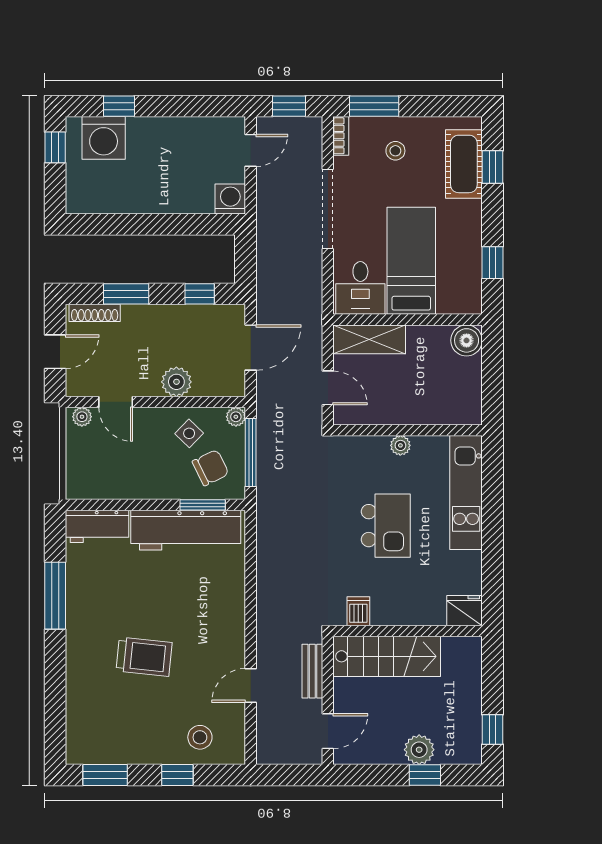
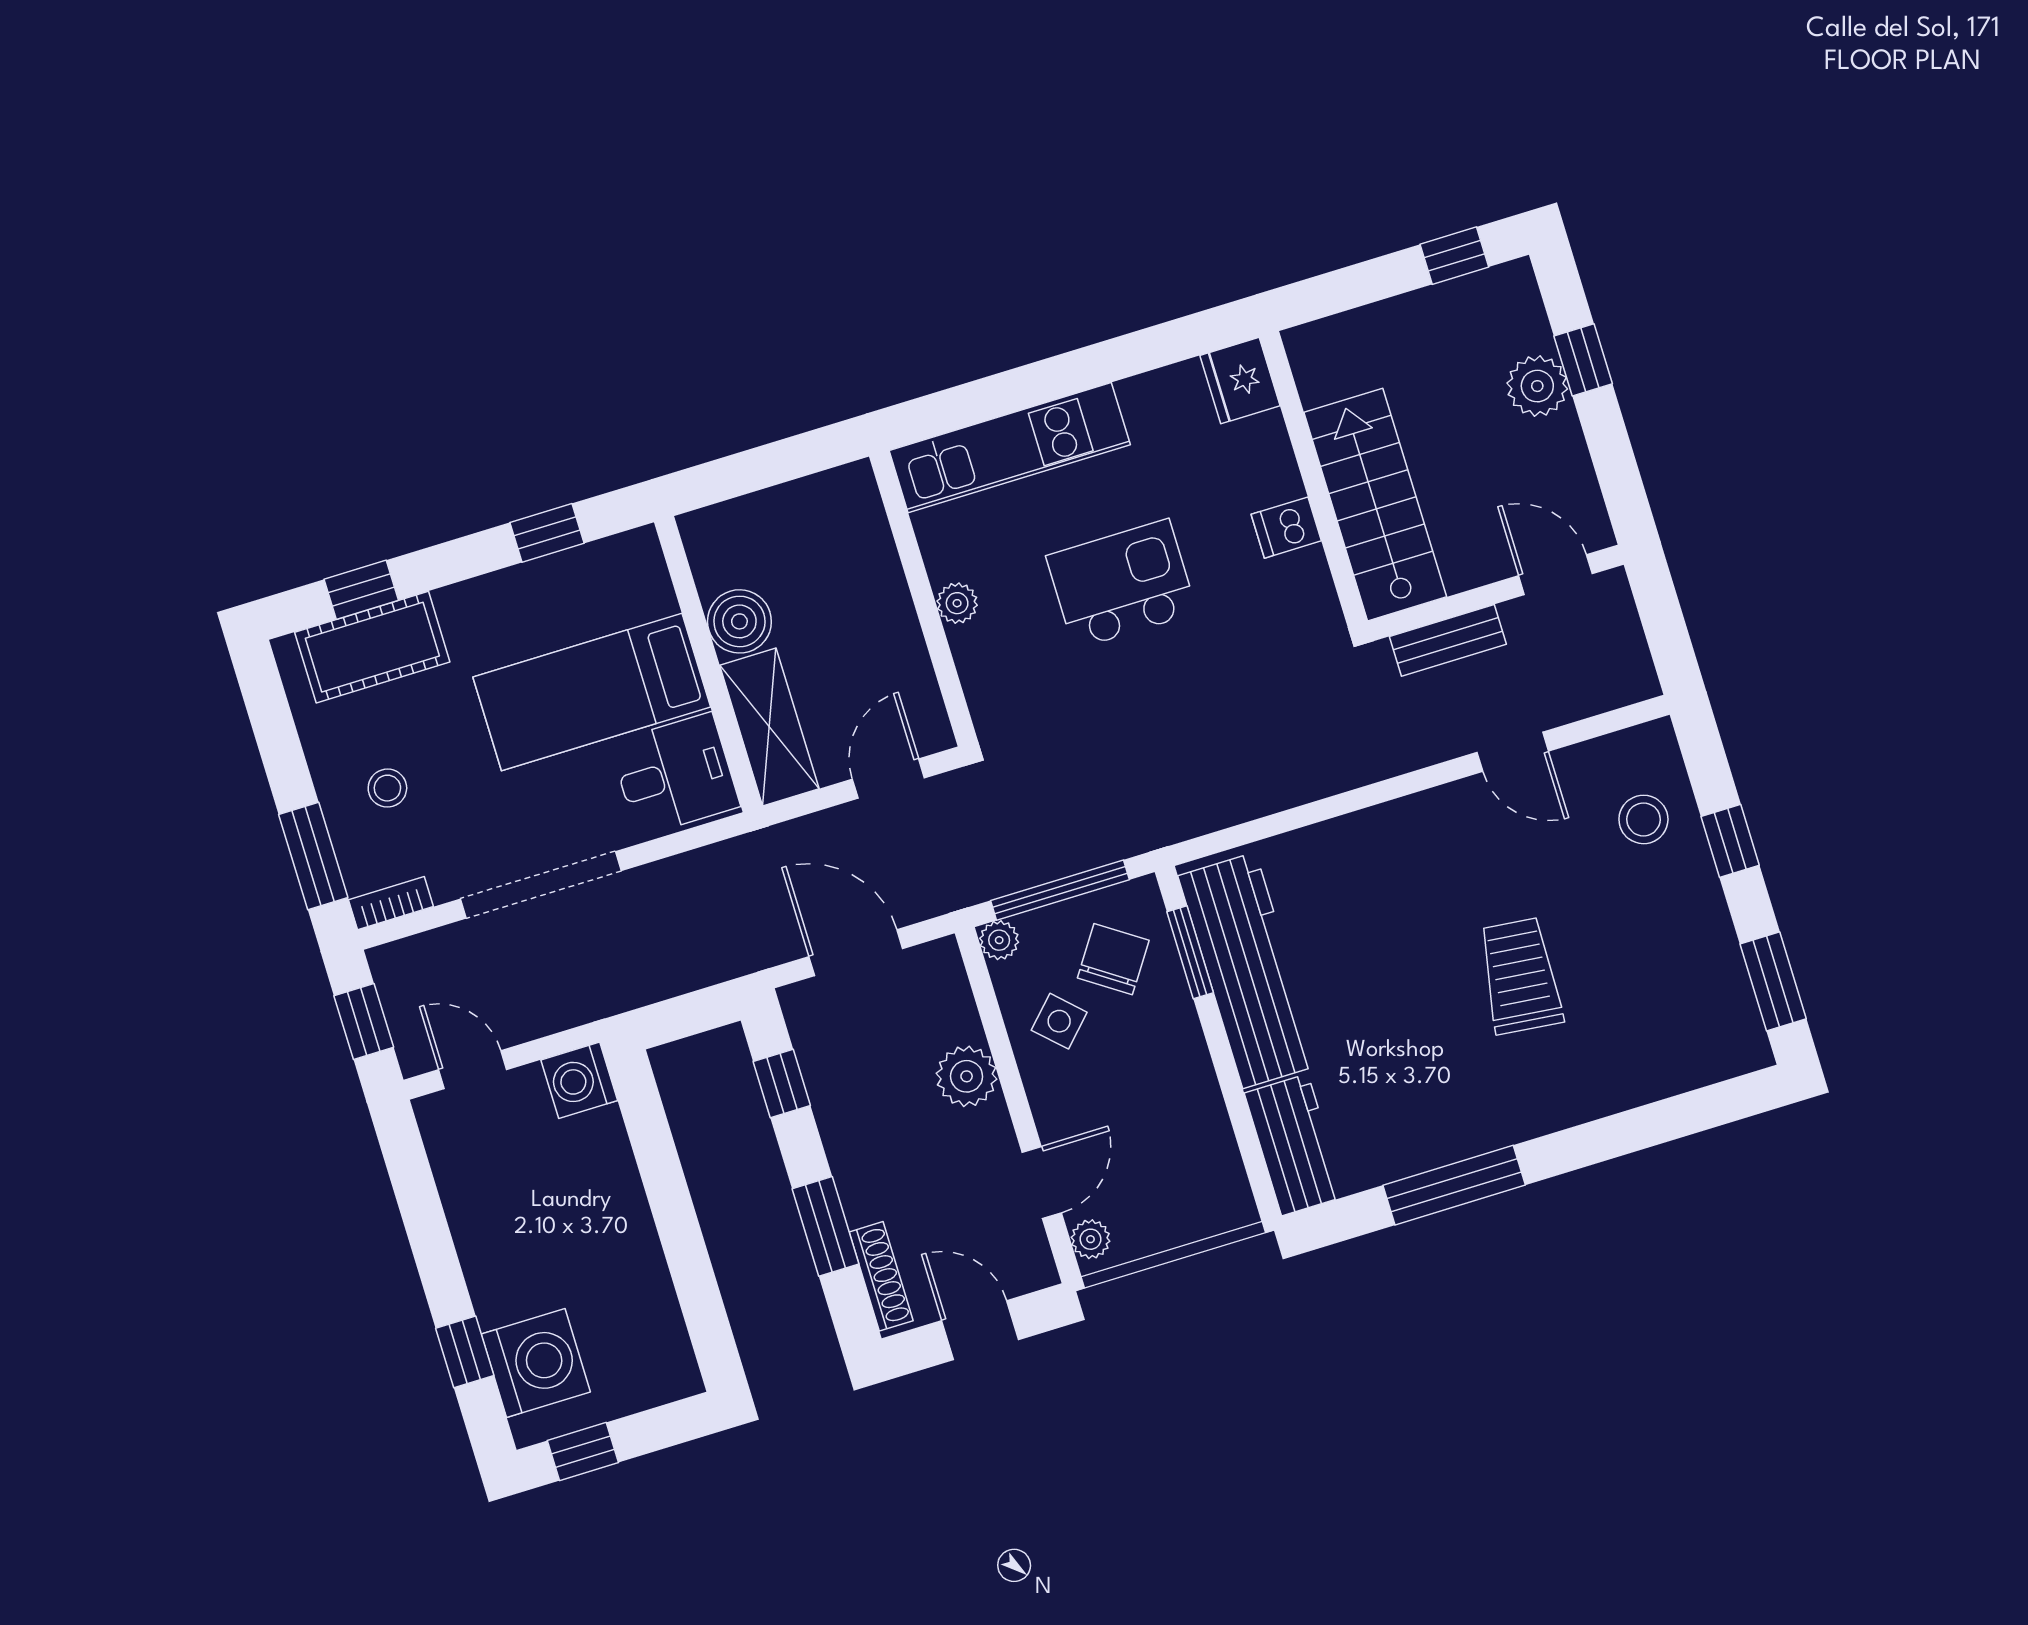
boiler: (467, 340) -> (739, 621), moved
chair: (211, 468) -> (1113, 959), turned 60
dishwasher: (358, 611) -> (1286, 528), moved

